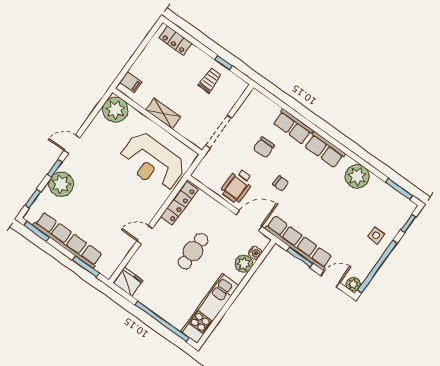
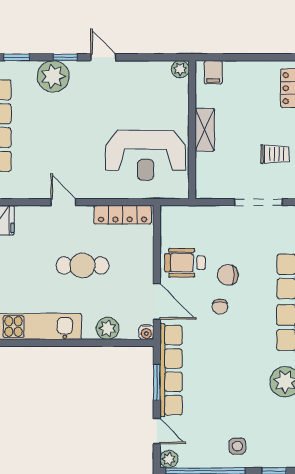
plant: (115, 110) -> (180, 69), width x0.53, depth x0.53
doorway: (219, 132) -> (258, 202), moved
chair: (264, 147) -> (228, 275), moved
reception desk: (152, 162) -> (146, 155), turned -90
water cooler: (255, 253) -> (146, 332), moved

